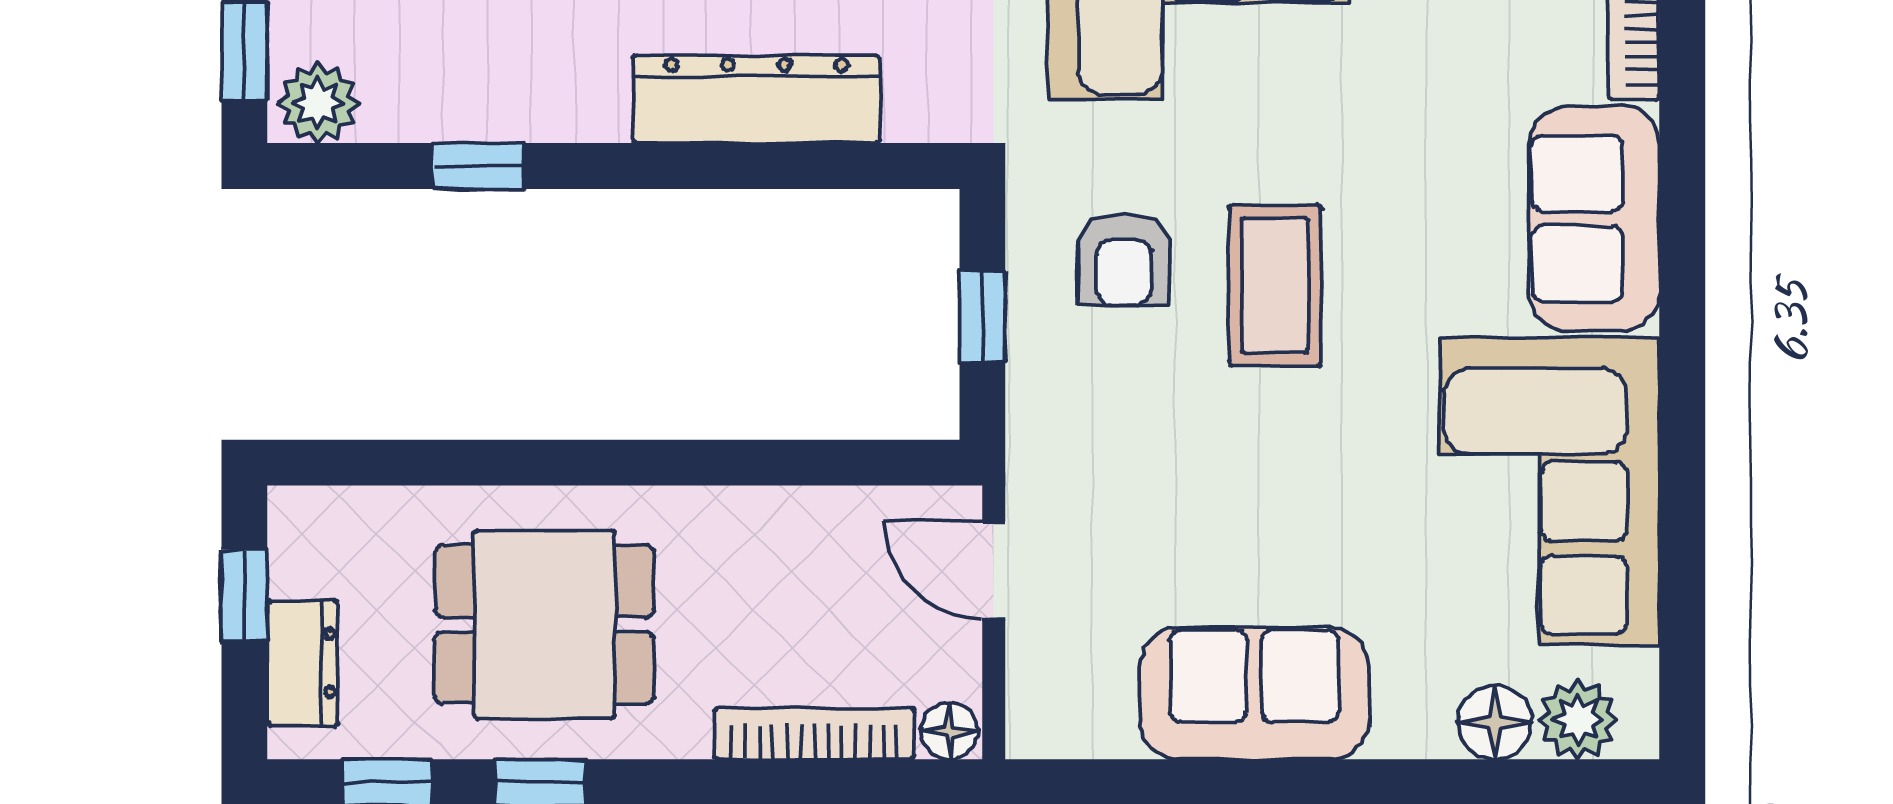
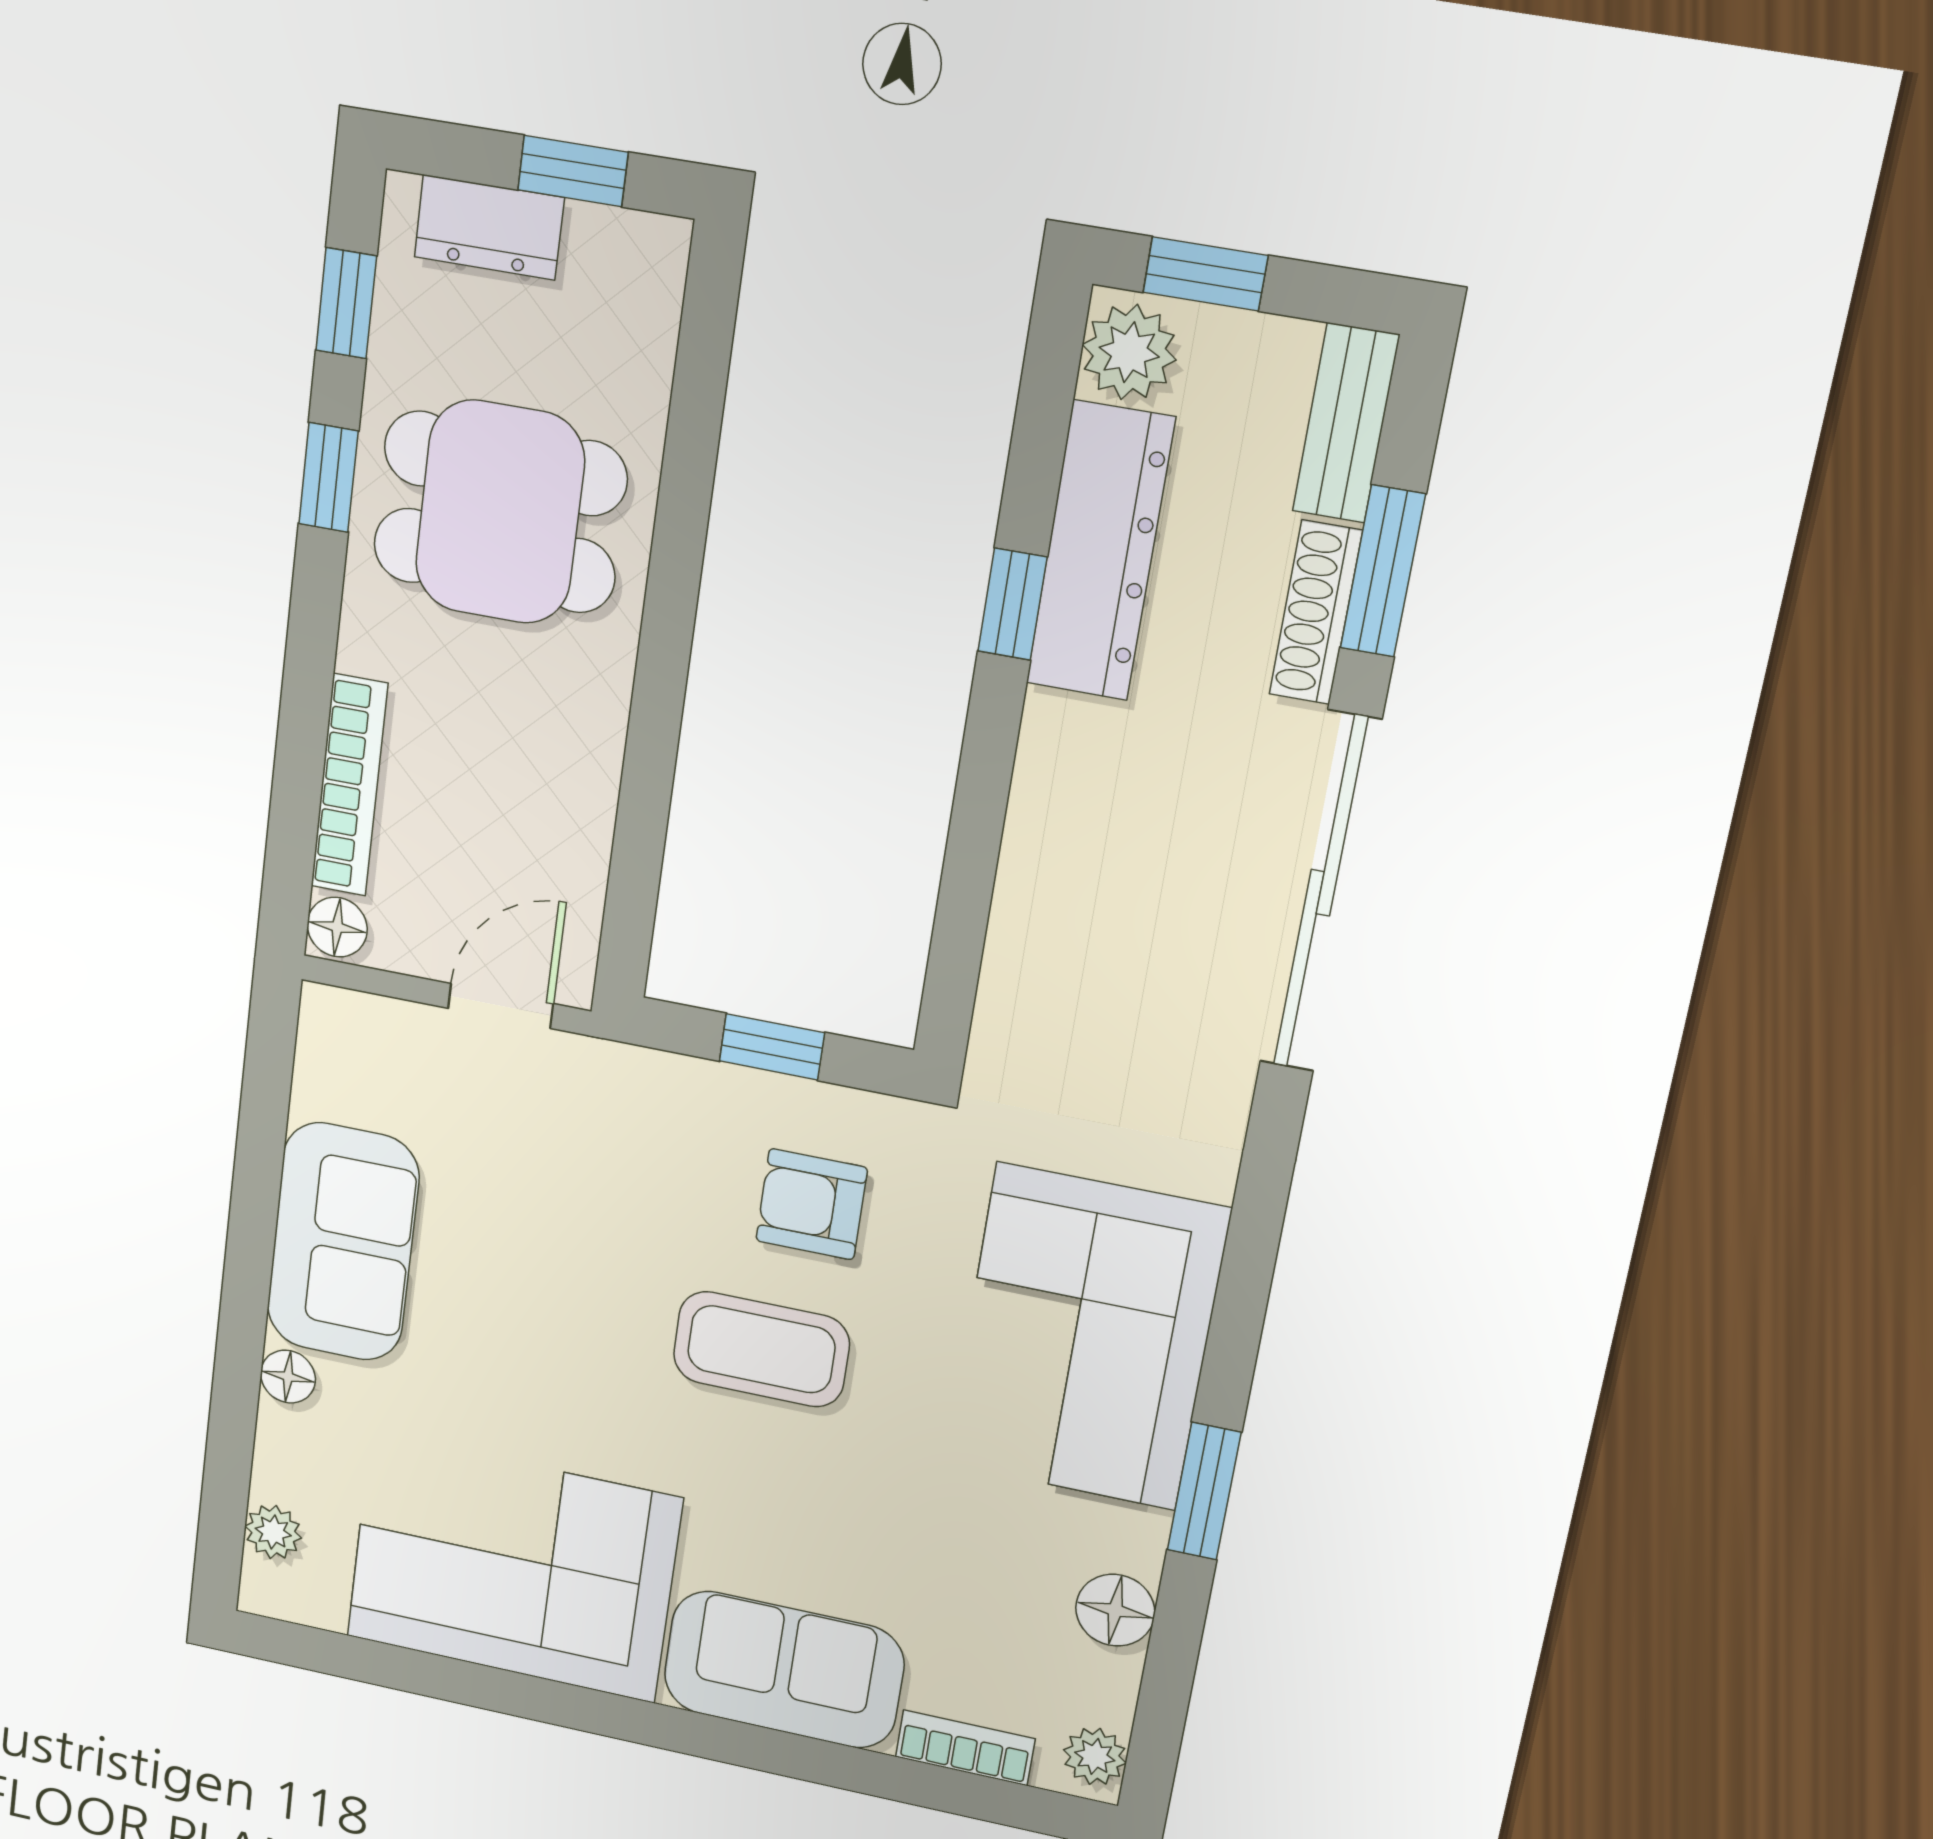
dresser: (756, 99) -> (1100, 551), moved
window: (478, 166) -> (1012, 604), moved
dining table: (544, 625) -> (500, 512), turned 90
plant: (1578, 720) -> (273, 1532), width x0.73, depth x0.73
floor lamp: (1495, 722) -> (288, 1377), moved, width x0.73, depth x0.73

